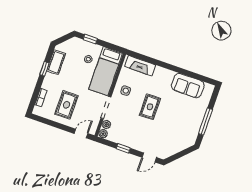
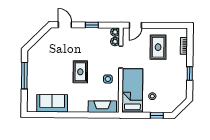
cot: (56, 62) -> (181, 83), removed
door: (149, 157) -> (65, 25), hinge flipped

